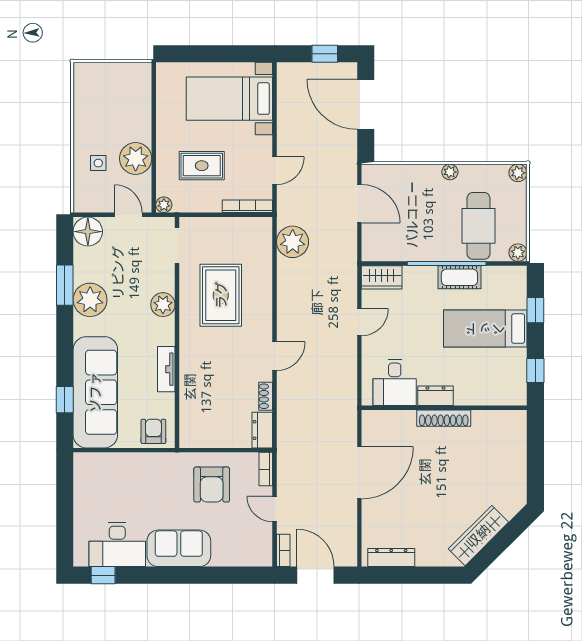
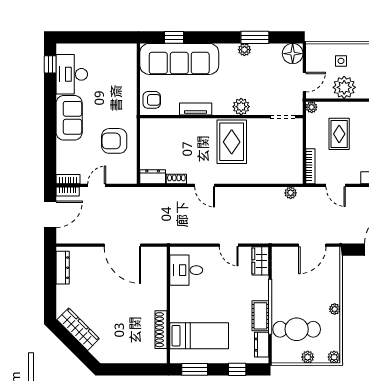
plant: (293, 242) -> (291, 193), width x0.53, depth x0.53
plant: (518, 253) -> (308, 357), moved
rug: (221, 295) -> (232, 142), moved, turned 90
plant: (90, 300) -> (244, 50), width x0.53, depth x0.53
bed: (485, 329) -> (199, 336), moved, turned 90
window: (535, 370) -> (195, 369), width x1.50
dresser: (436, 396) -> (262, 345), moved, turned 180
shoe rack: (444, 418) -> (161, 330), moved
bookcase: (266, 469) -> (68, 179), moved

